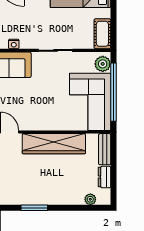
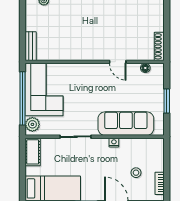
wardrobe: (54, 144) -> (77, 51), removed
dresser: (104, 177) -> (31, 21), removed

